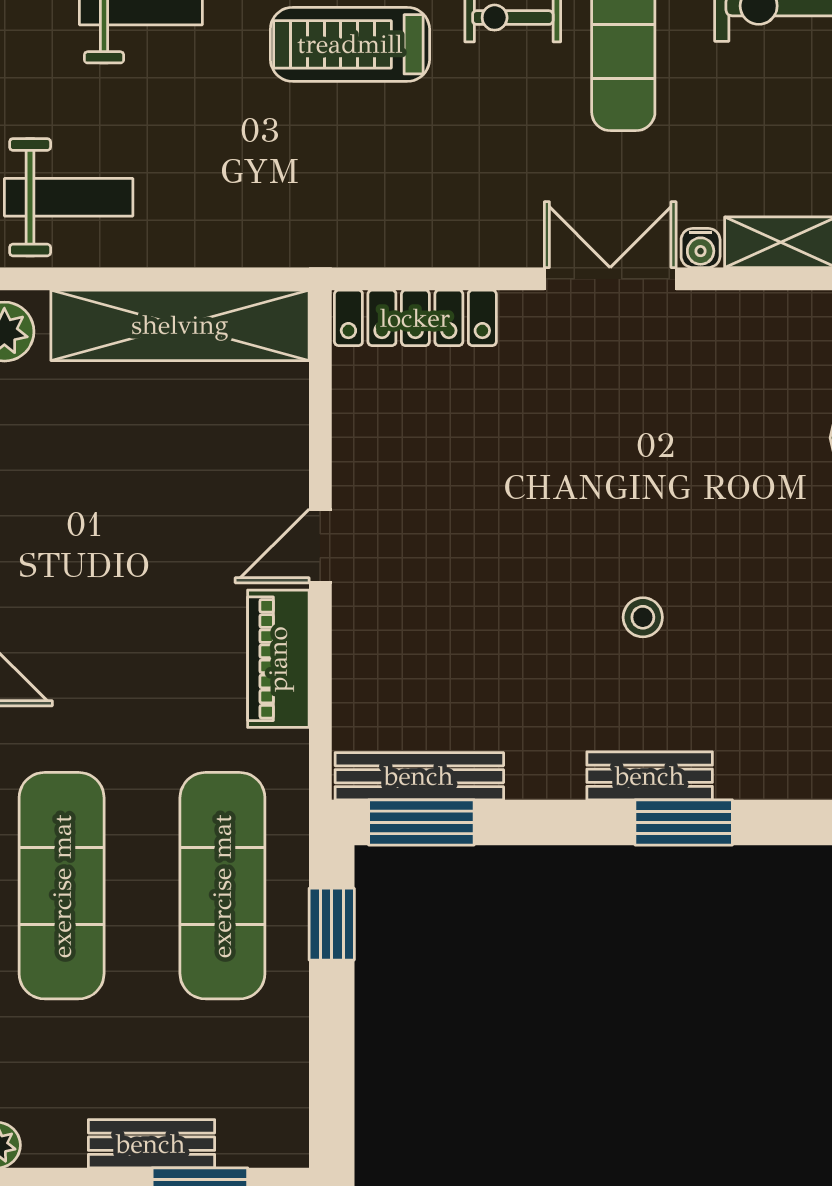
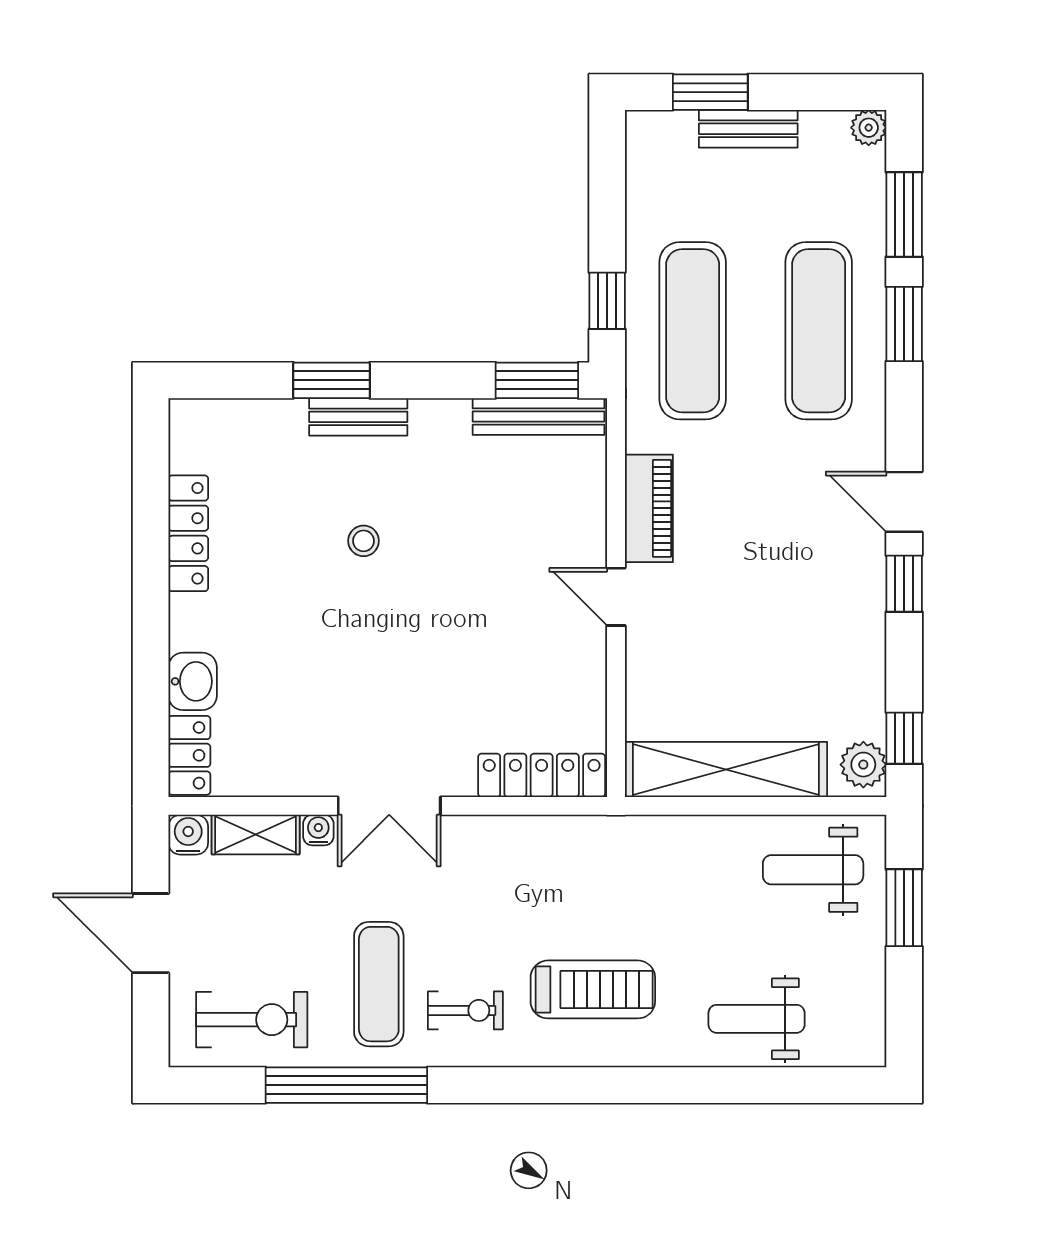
door: (320, 546) -> (616, 597), swing flipped

